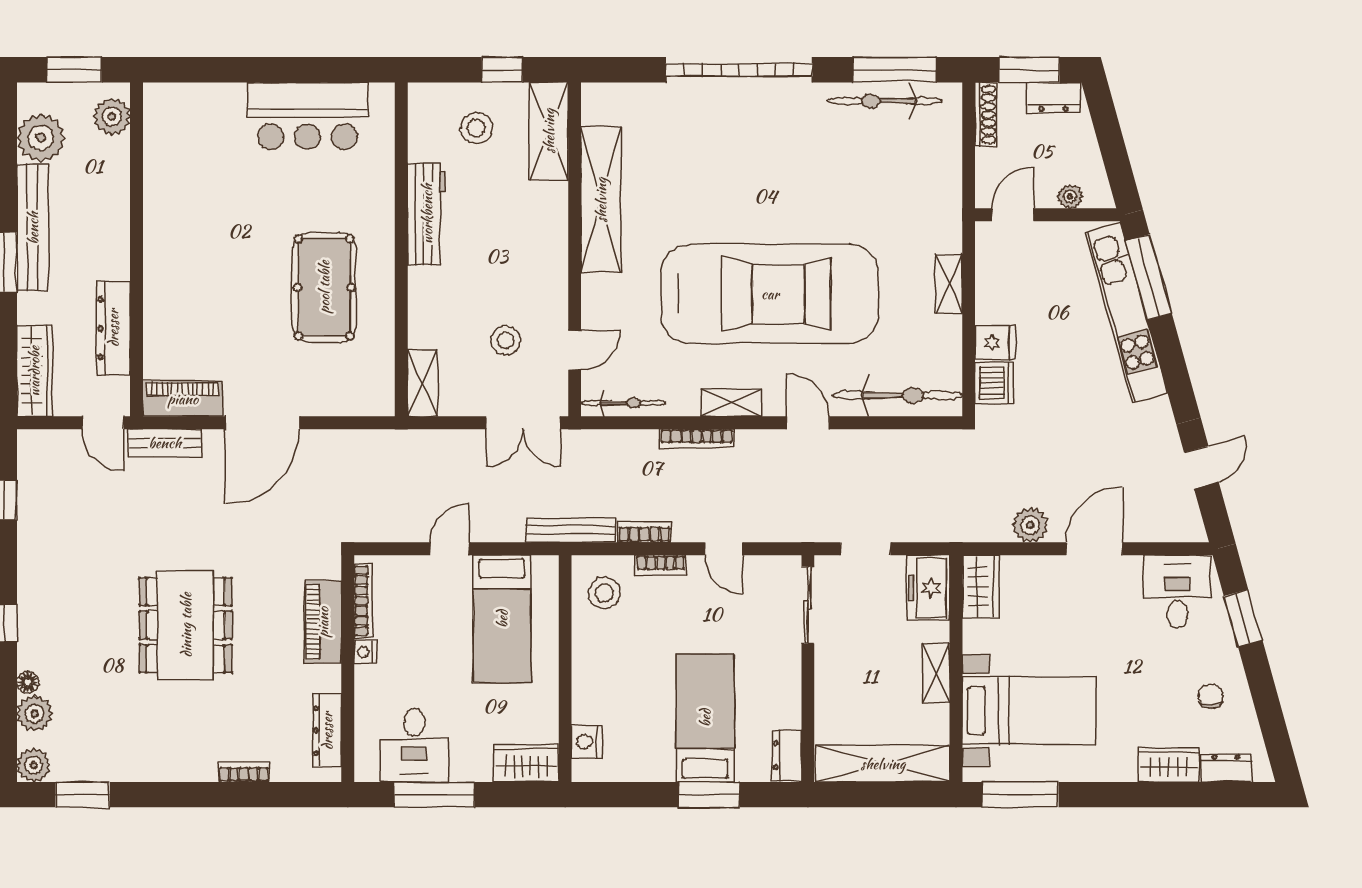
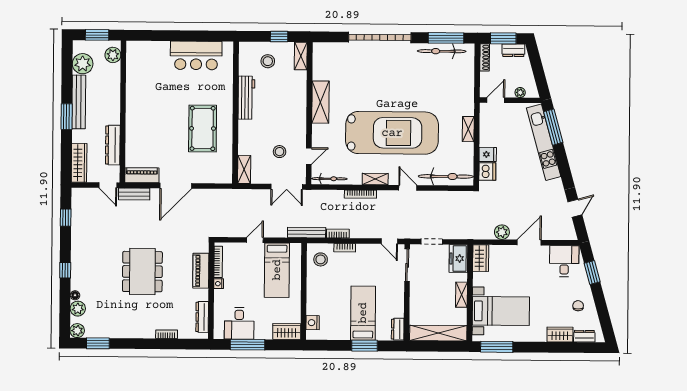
shelving: (549, 131) -> (301, 56), width x0.67, depth x0.75
shelving: (601, 200) -> (320, 102), width x0.68
door: (724, 549) -> (389, 241), moved

